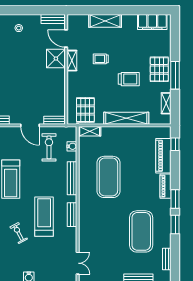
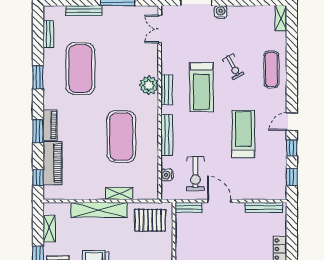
pallet: (85, 110) -> (150, 220), turned 90
shelving: (90, 131) -> (119, 194), moved
window: (175, 199) -> (38, 131), moved
plant: (86, 218) -> (149, 85), added

